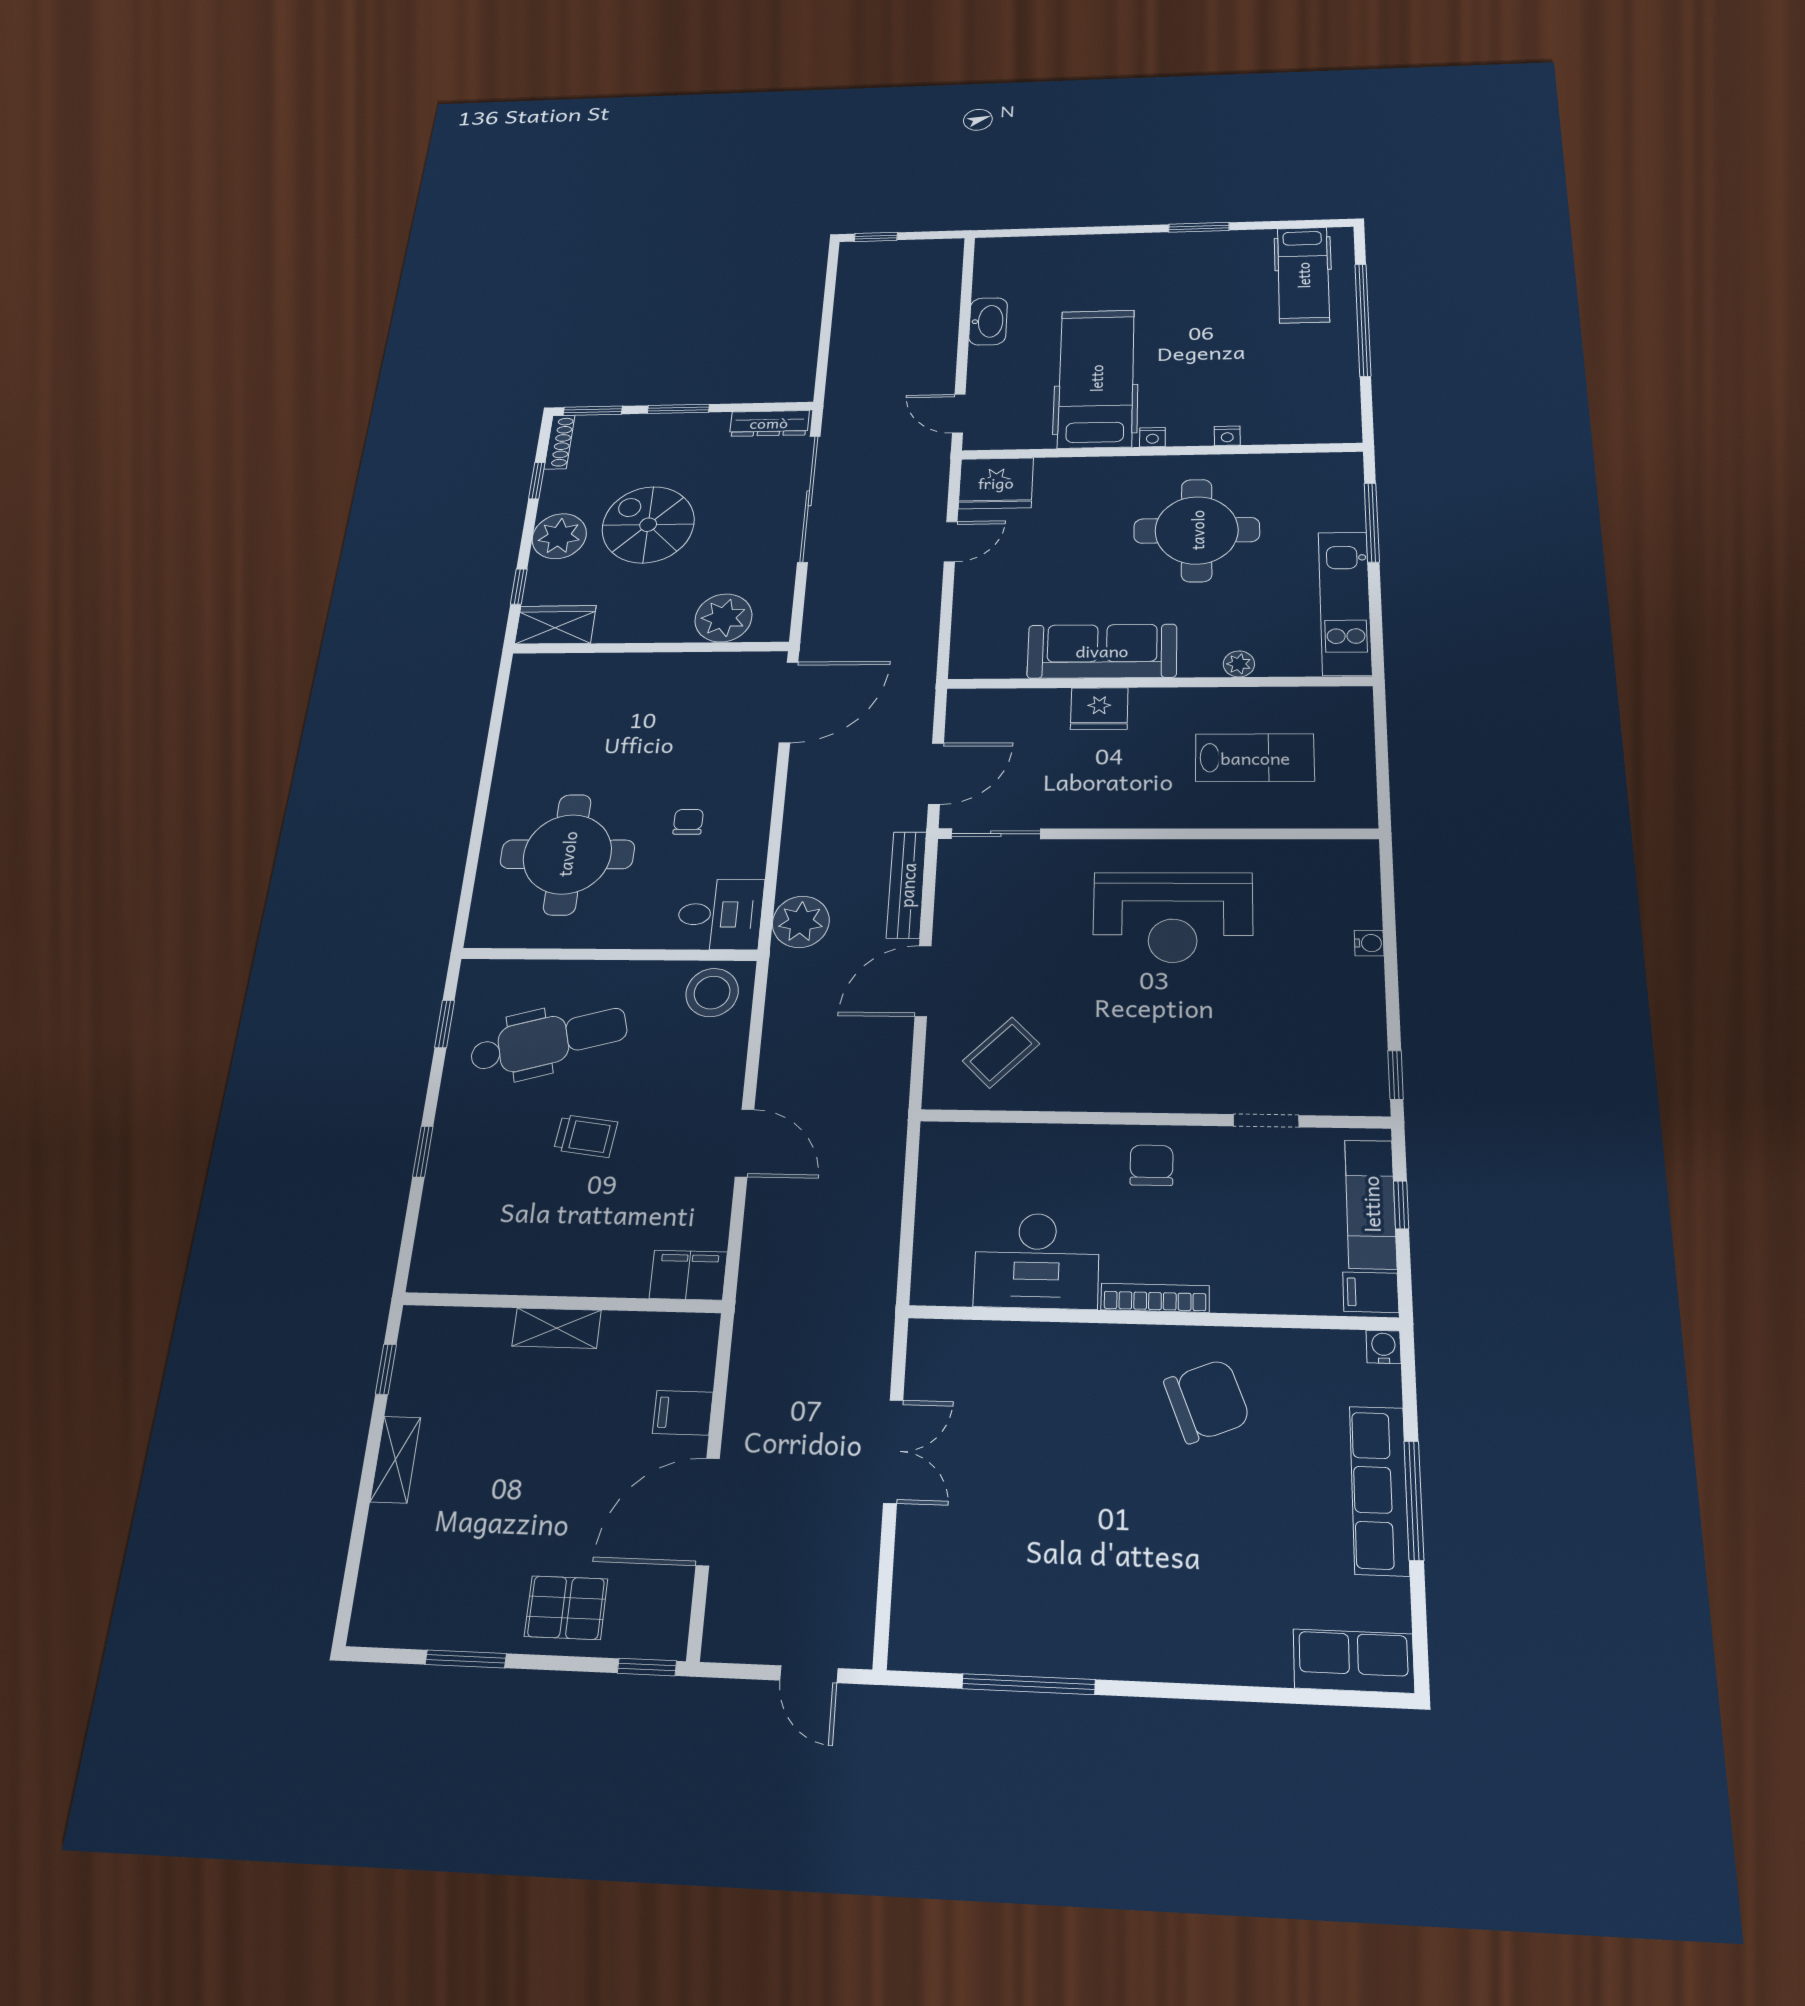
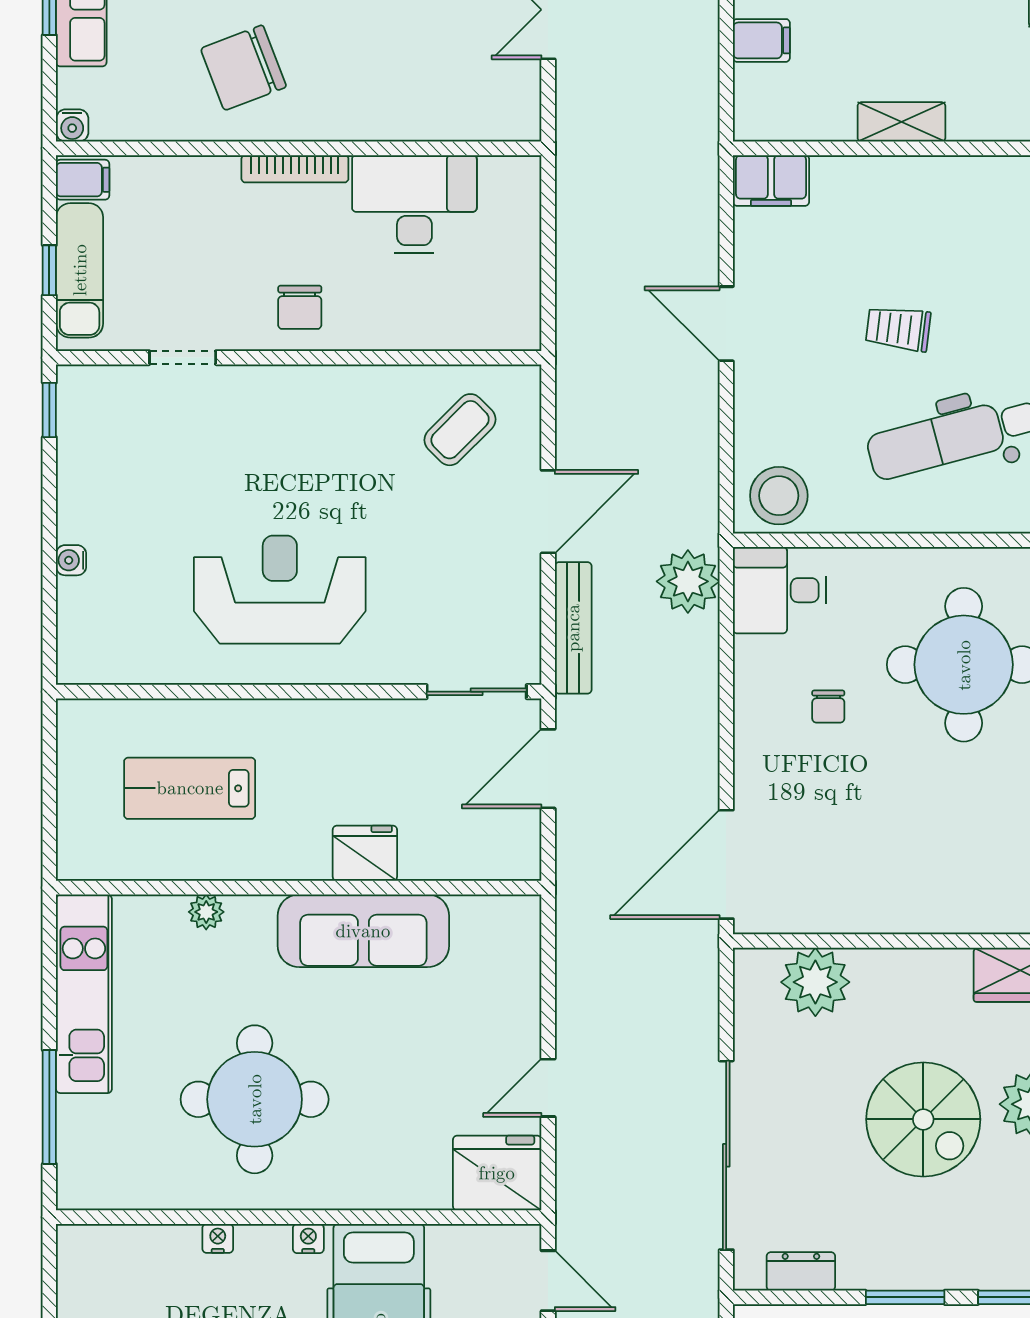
dresser: (769, 423) -> (801, 1271), width x0.70

